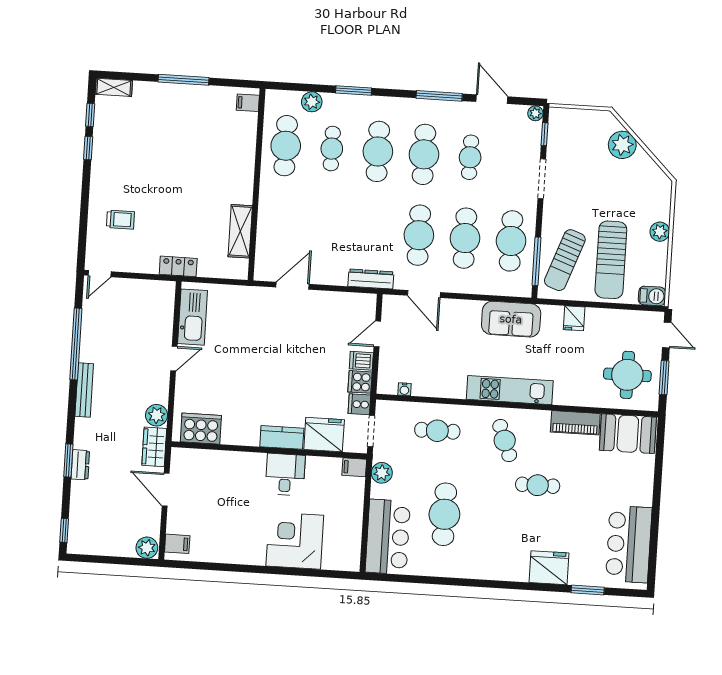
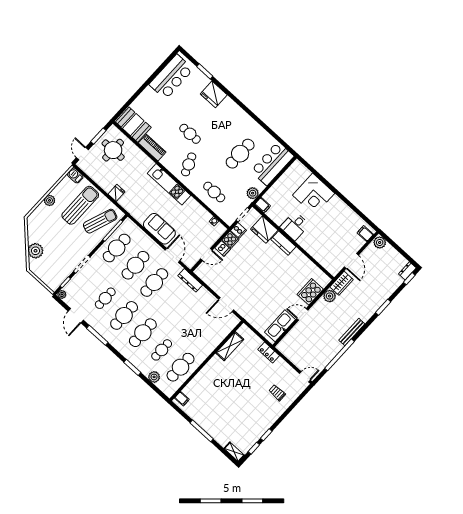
sofa: (511, 319) -> (159, 229), moved
cooker: (201, 429) -> (310, 292), moved, turned 90
dresser: (80, 465) -> (407, 271), moved

